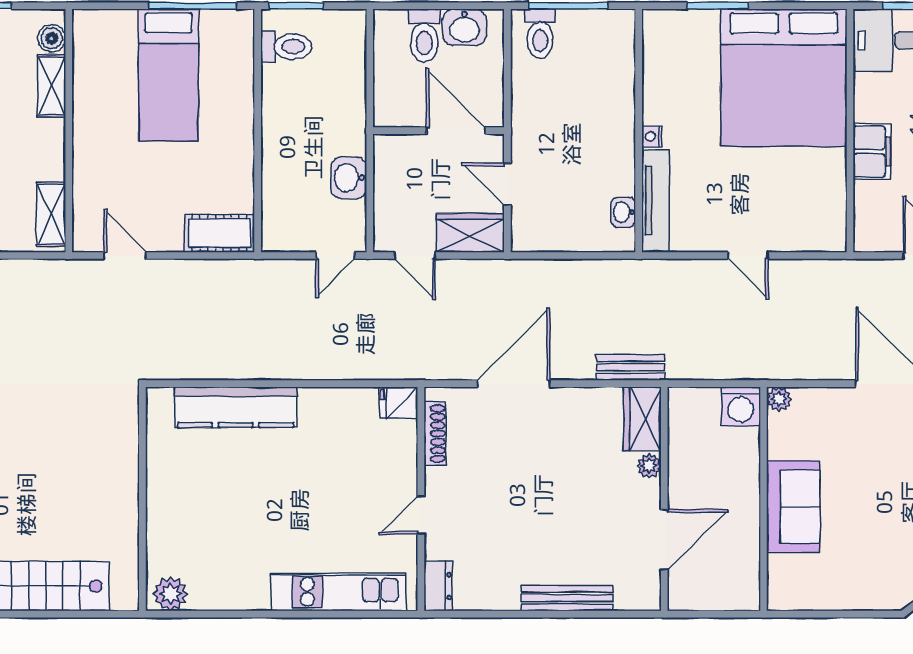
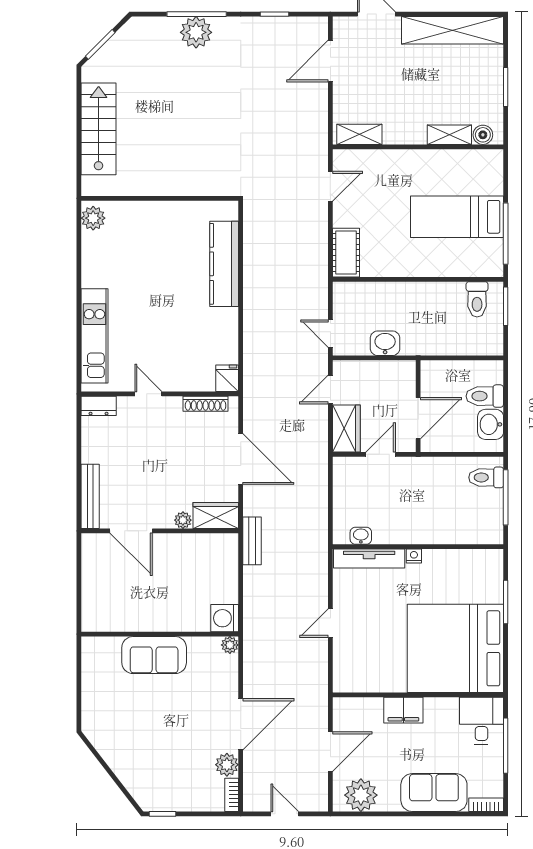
wardrobe: (642, 419) -> (216, 516), moved
plant: (649, 466) -> (183, 520), moved
wall: (664, 499) -> (160, 531), moved
door: (664, 540) -> (131, 531), moved

